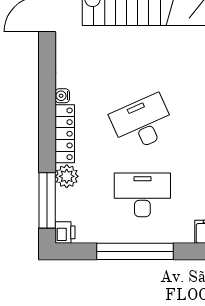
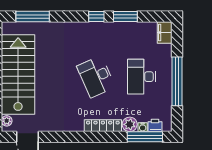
water cooler: (62, 96) -> (143, 127), moved
printer: (65, 232) -> (155, 125), moved

